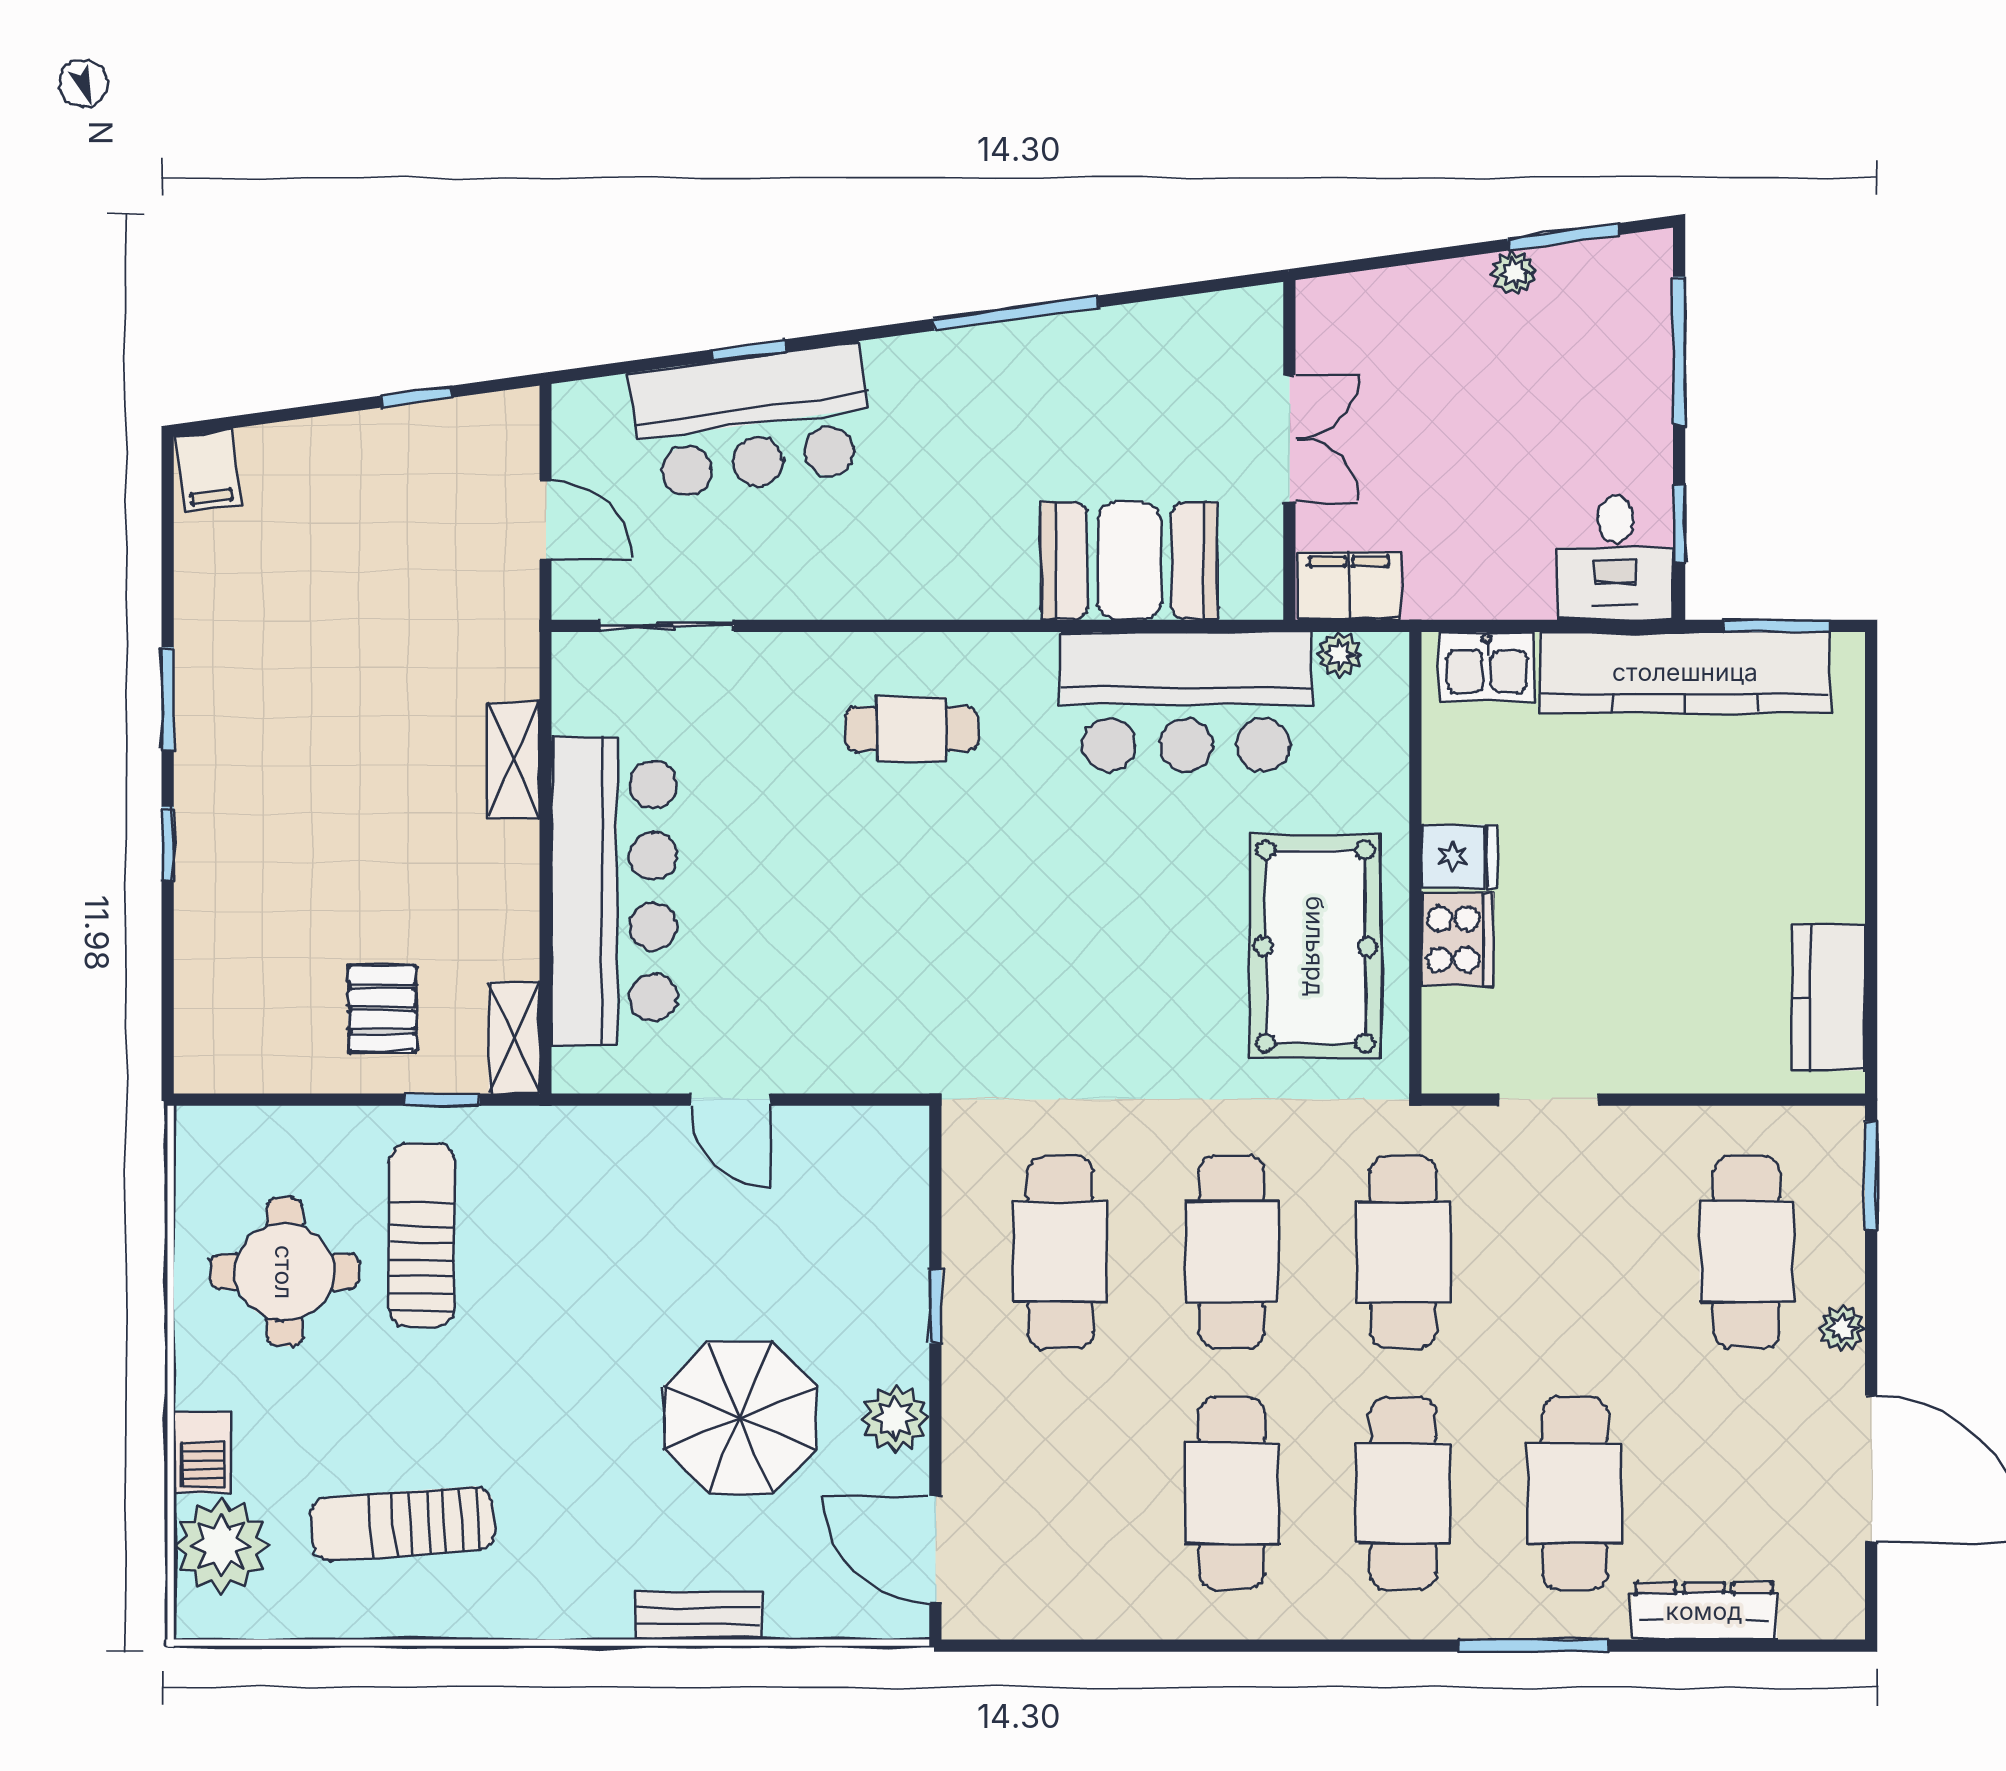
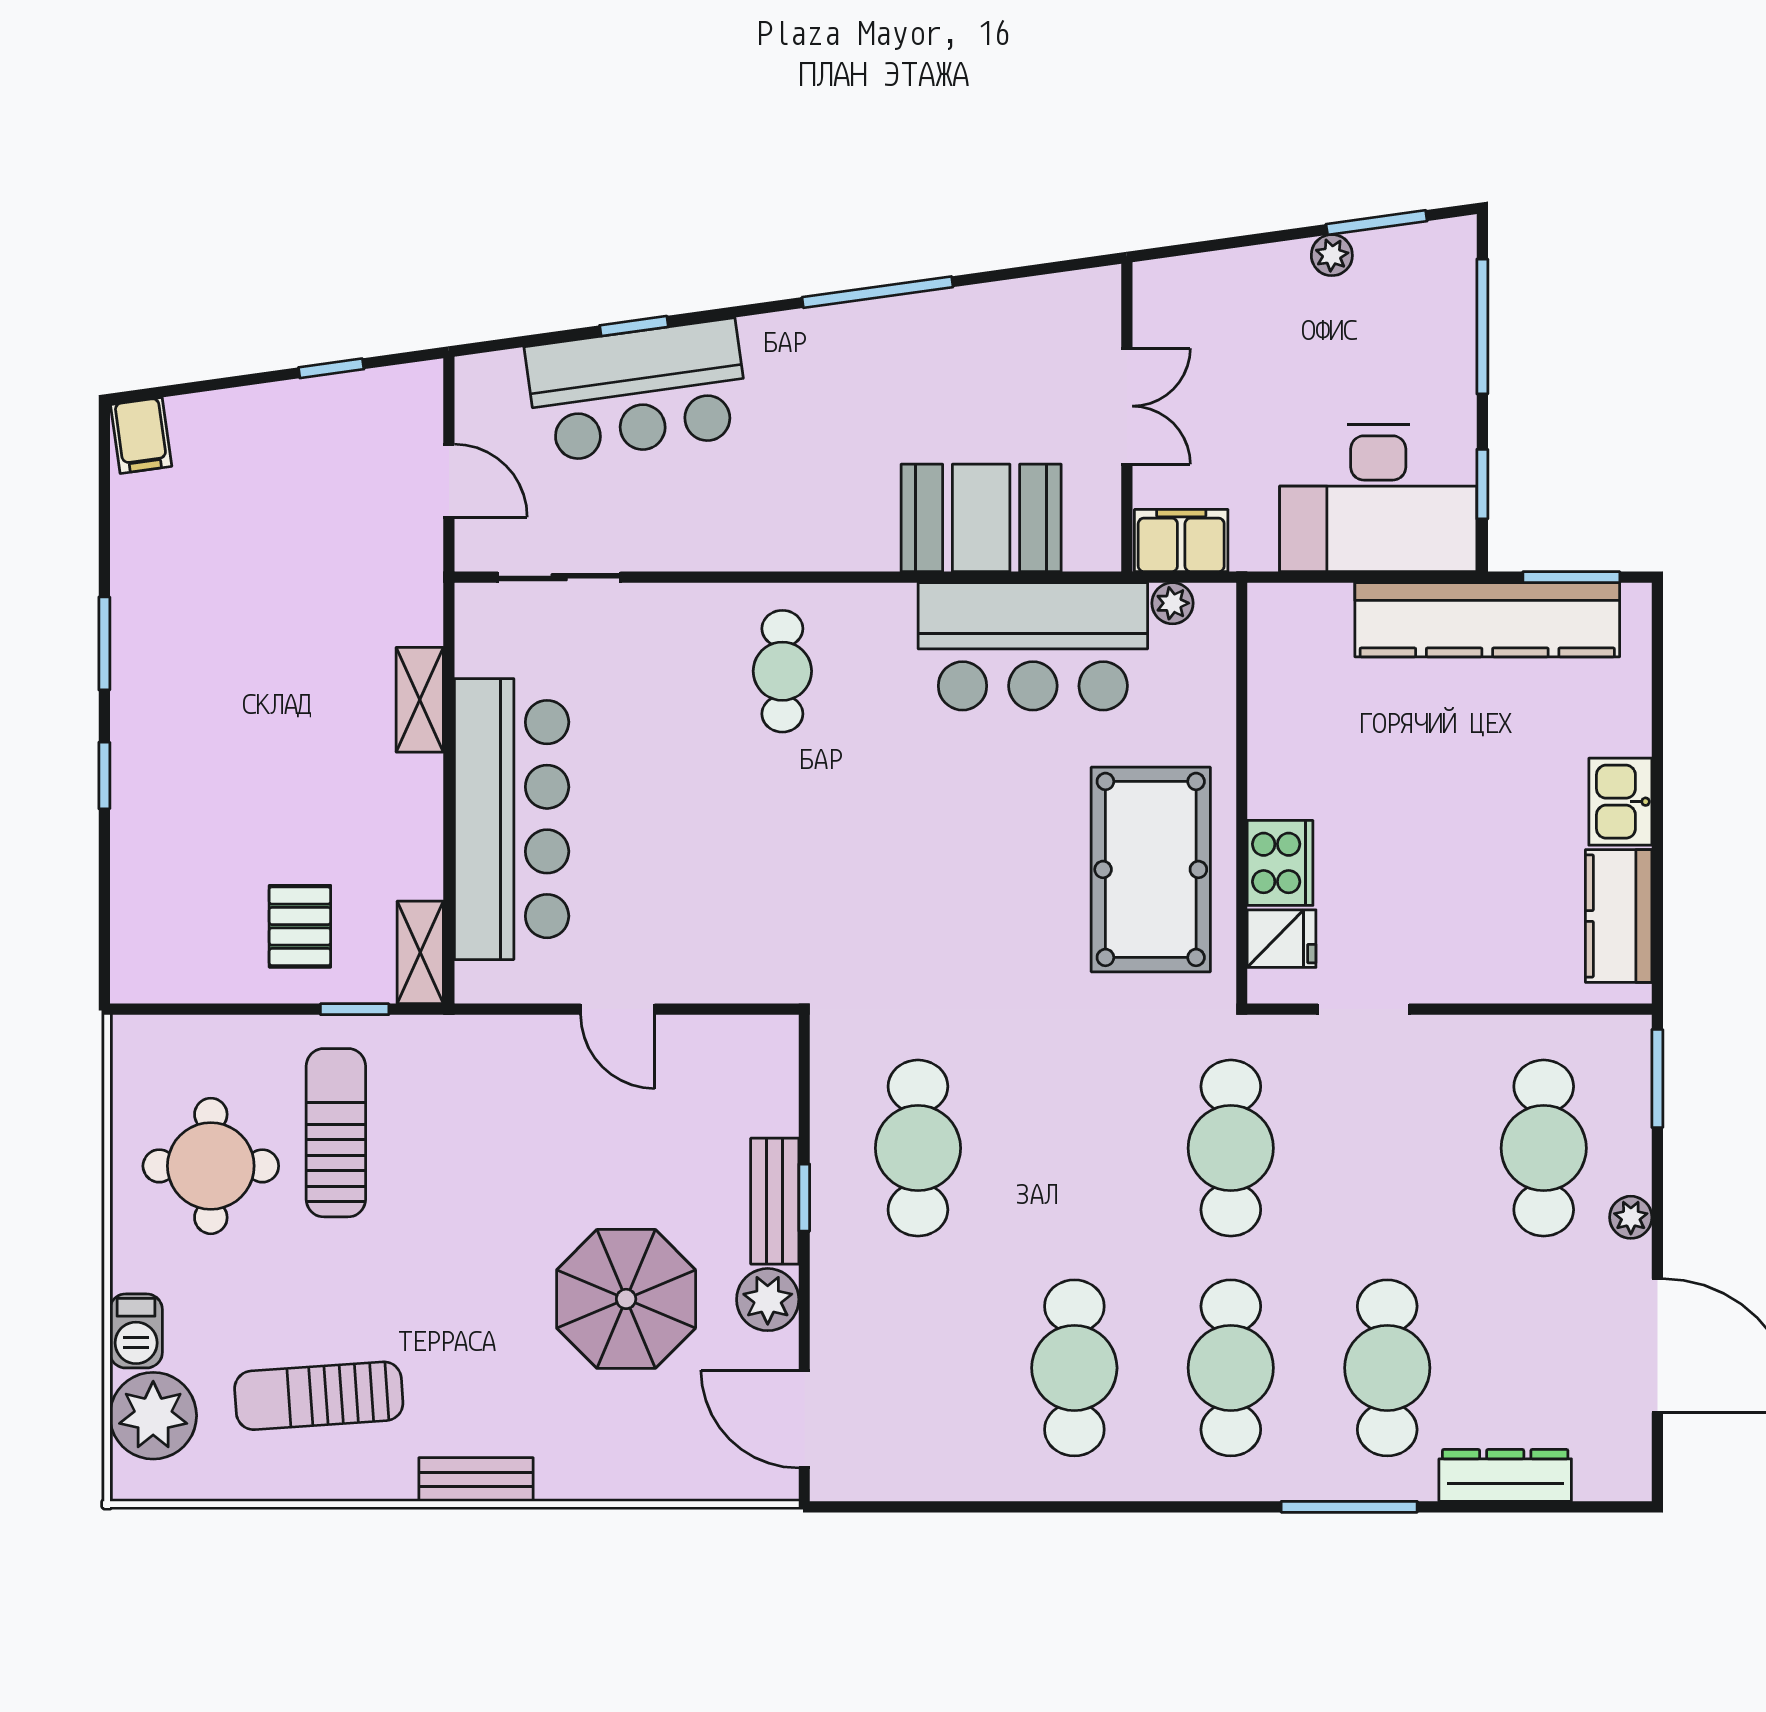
desk: (1615, 557) -> (1378, 498), width x1.87, depth x1.30
kitchen sink: (1487, 666) -> (1620, 802), moved, turned 90
cafe table: (911, 729) -> (782, 671), turned 90
fridge: (1459, 856) -> (1282, 939), moved
cafe table: (1232, 1252) -> (1074, 1148), removed
bench: (903, 1310) -> (775, 1201), added
bench: (699, 1616) -> (476, 1479), moved

